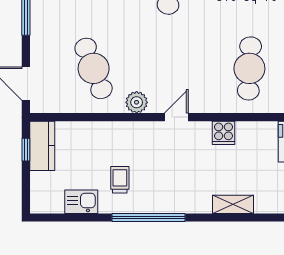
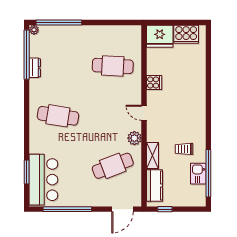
kitchen counter: (42, 146) -> (154, 186), moved, turned 90
shelving: (233, 204) -> (152, 156), moved
window: (148, 218) -> (208, 173), moved

